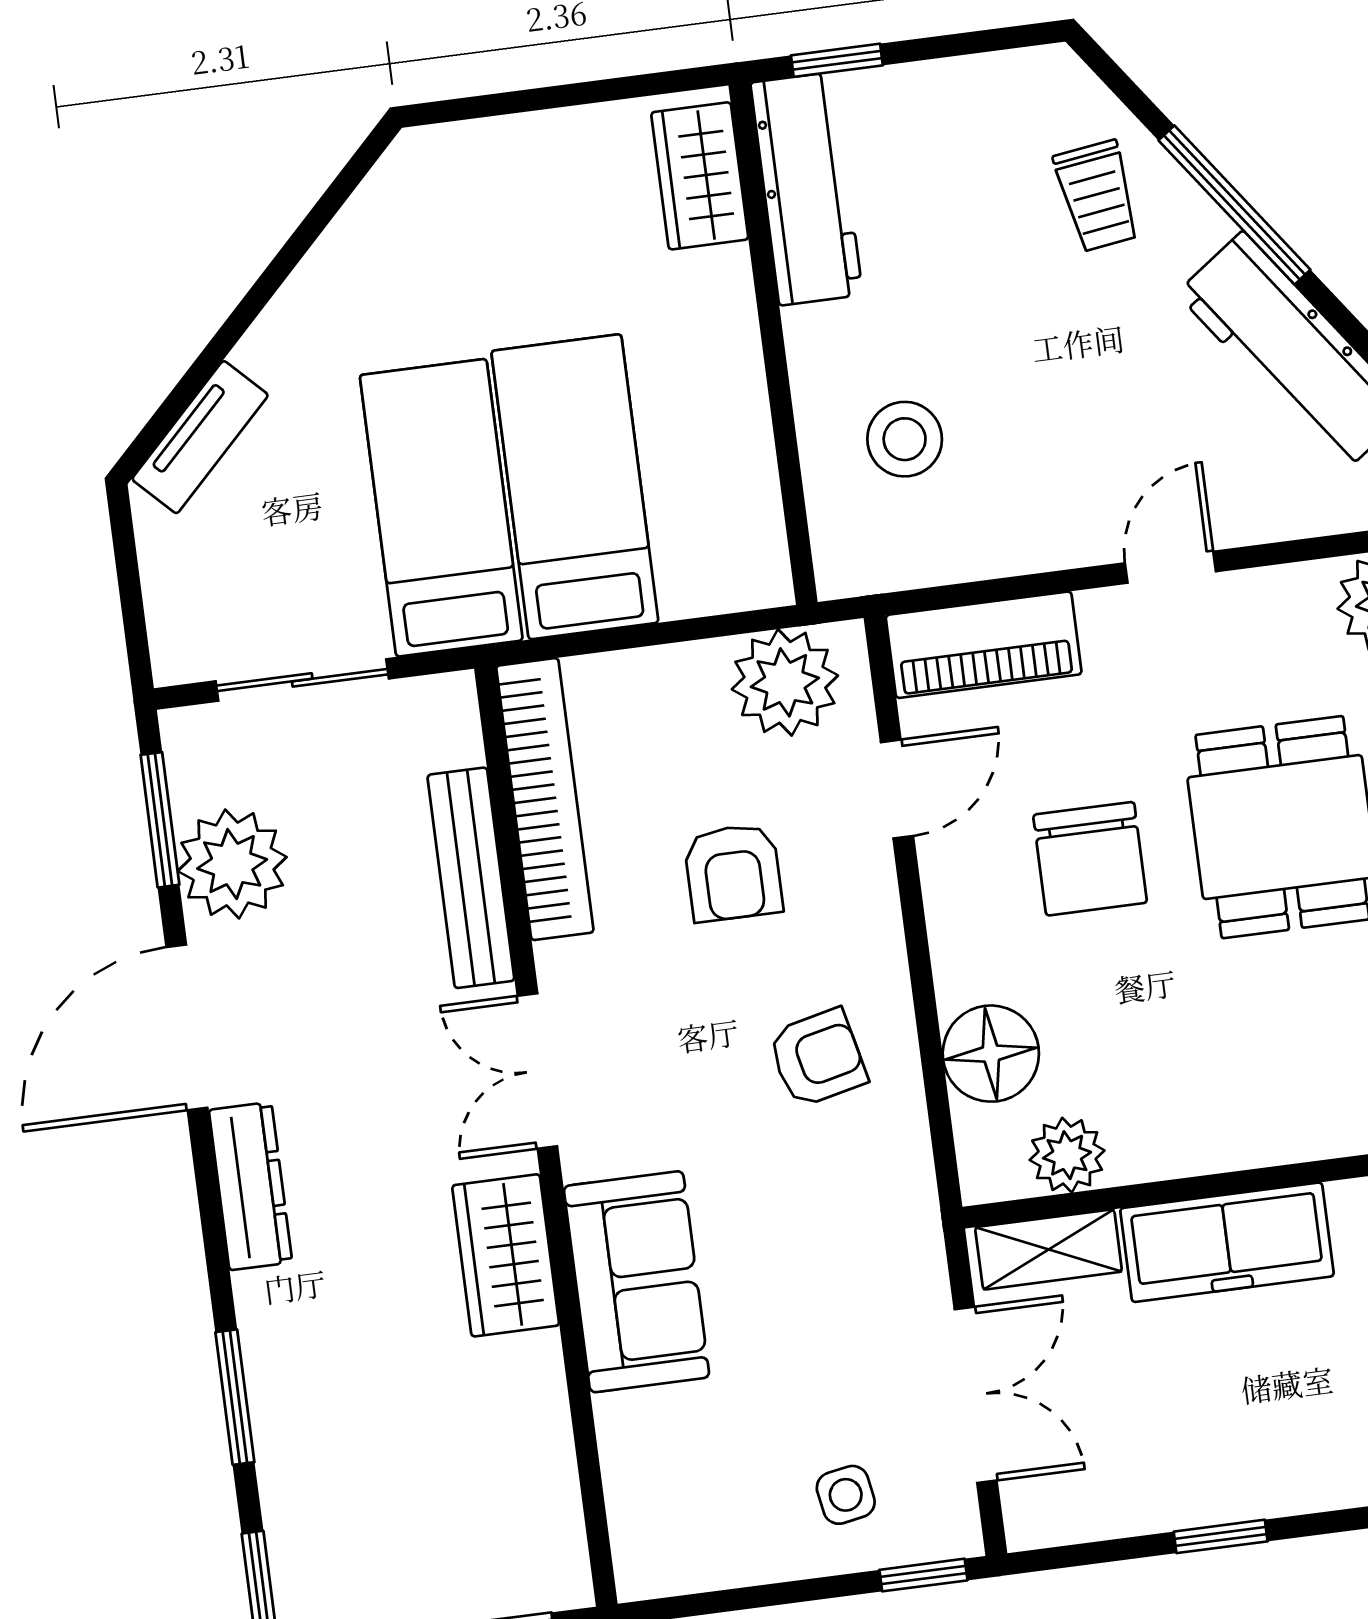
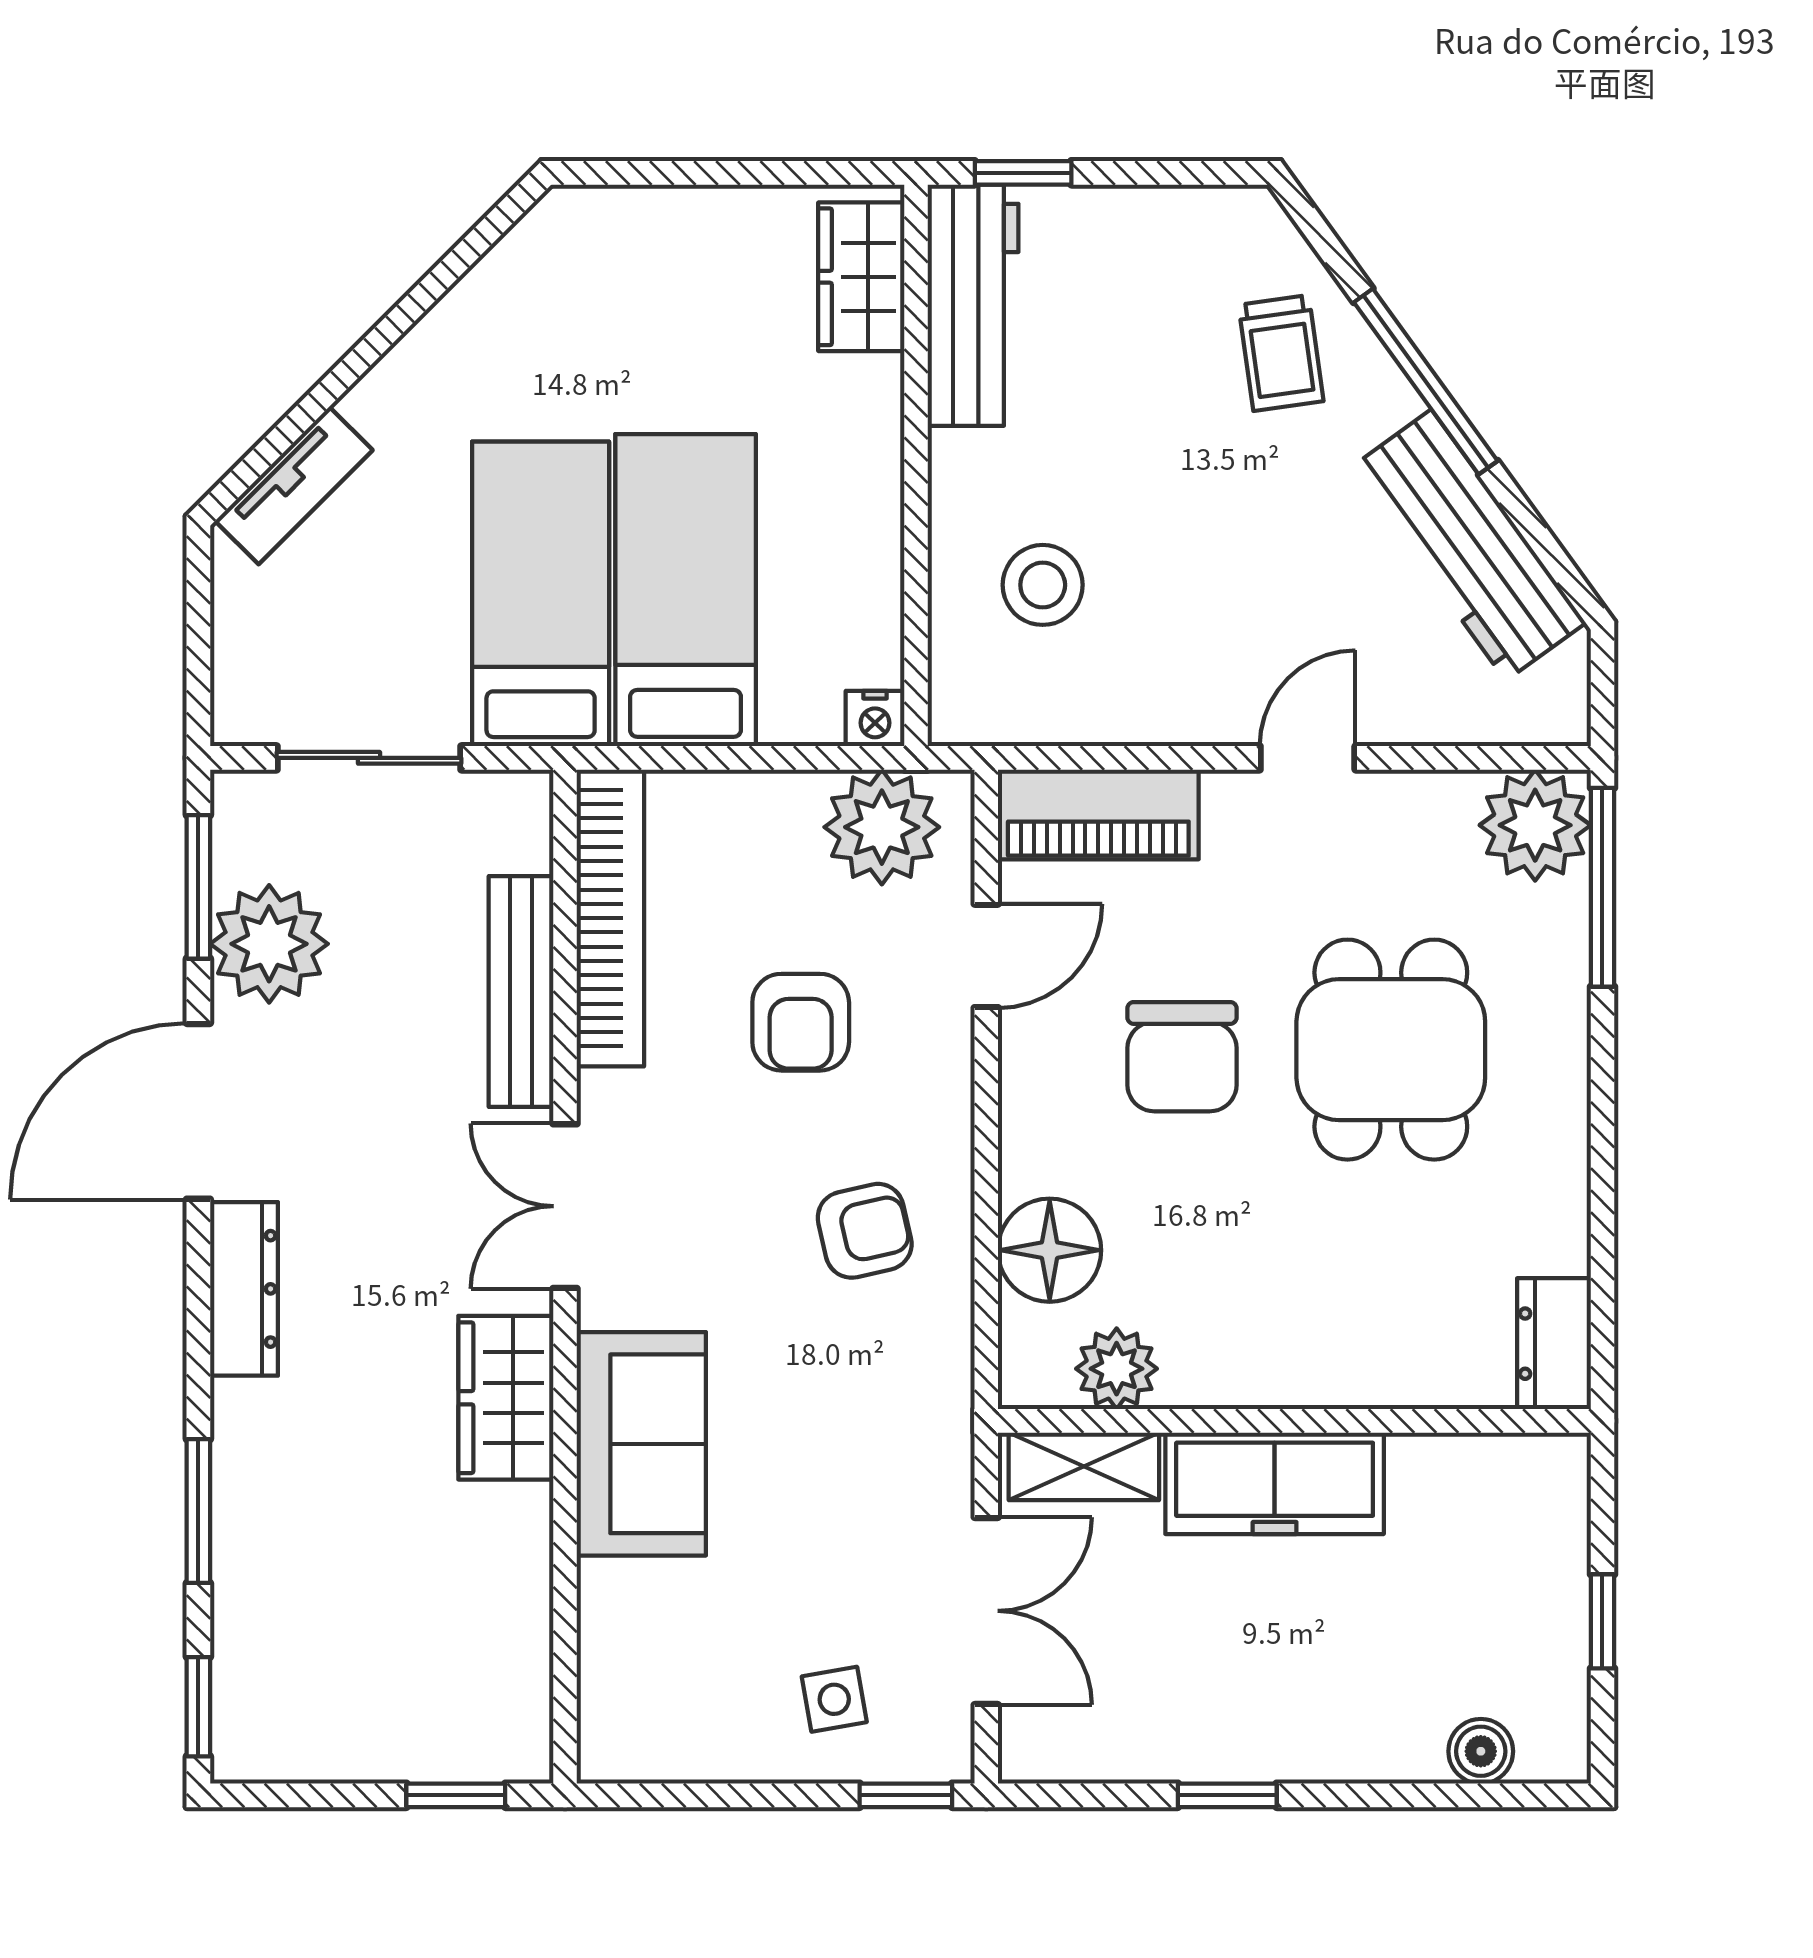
nightstand: (766, 583) -> (875, 718), added

